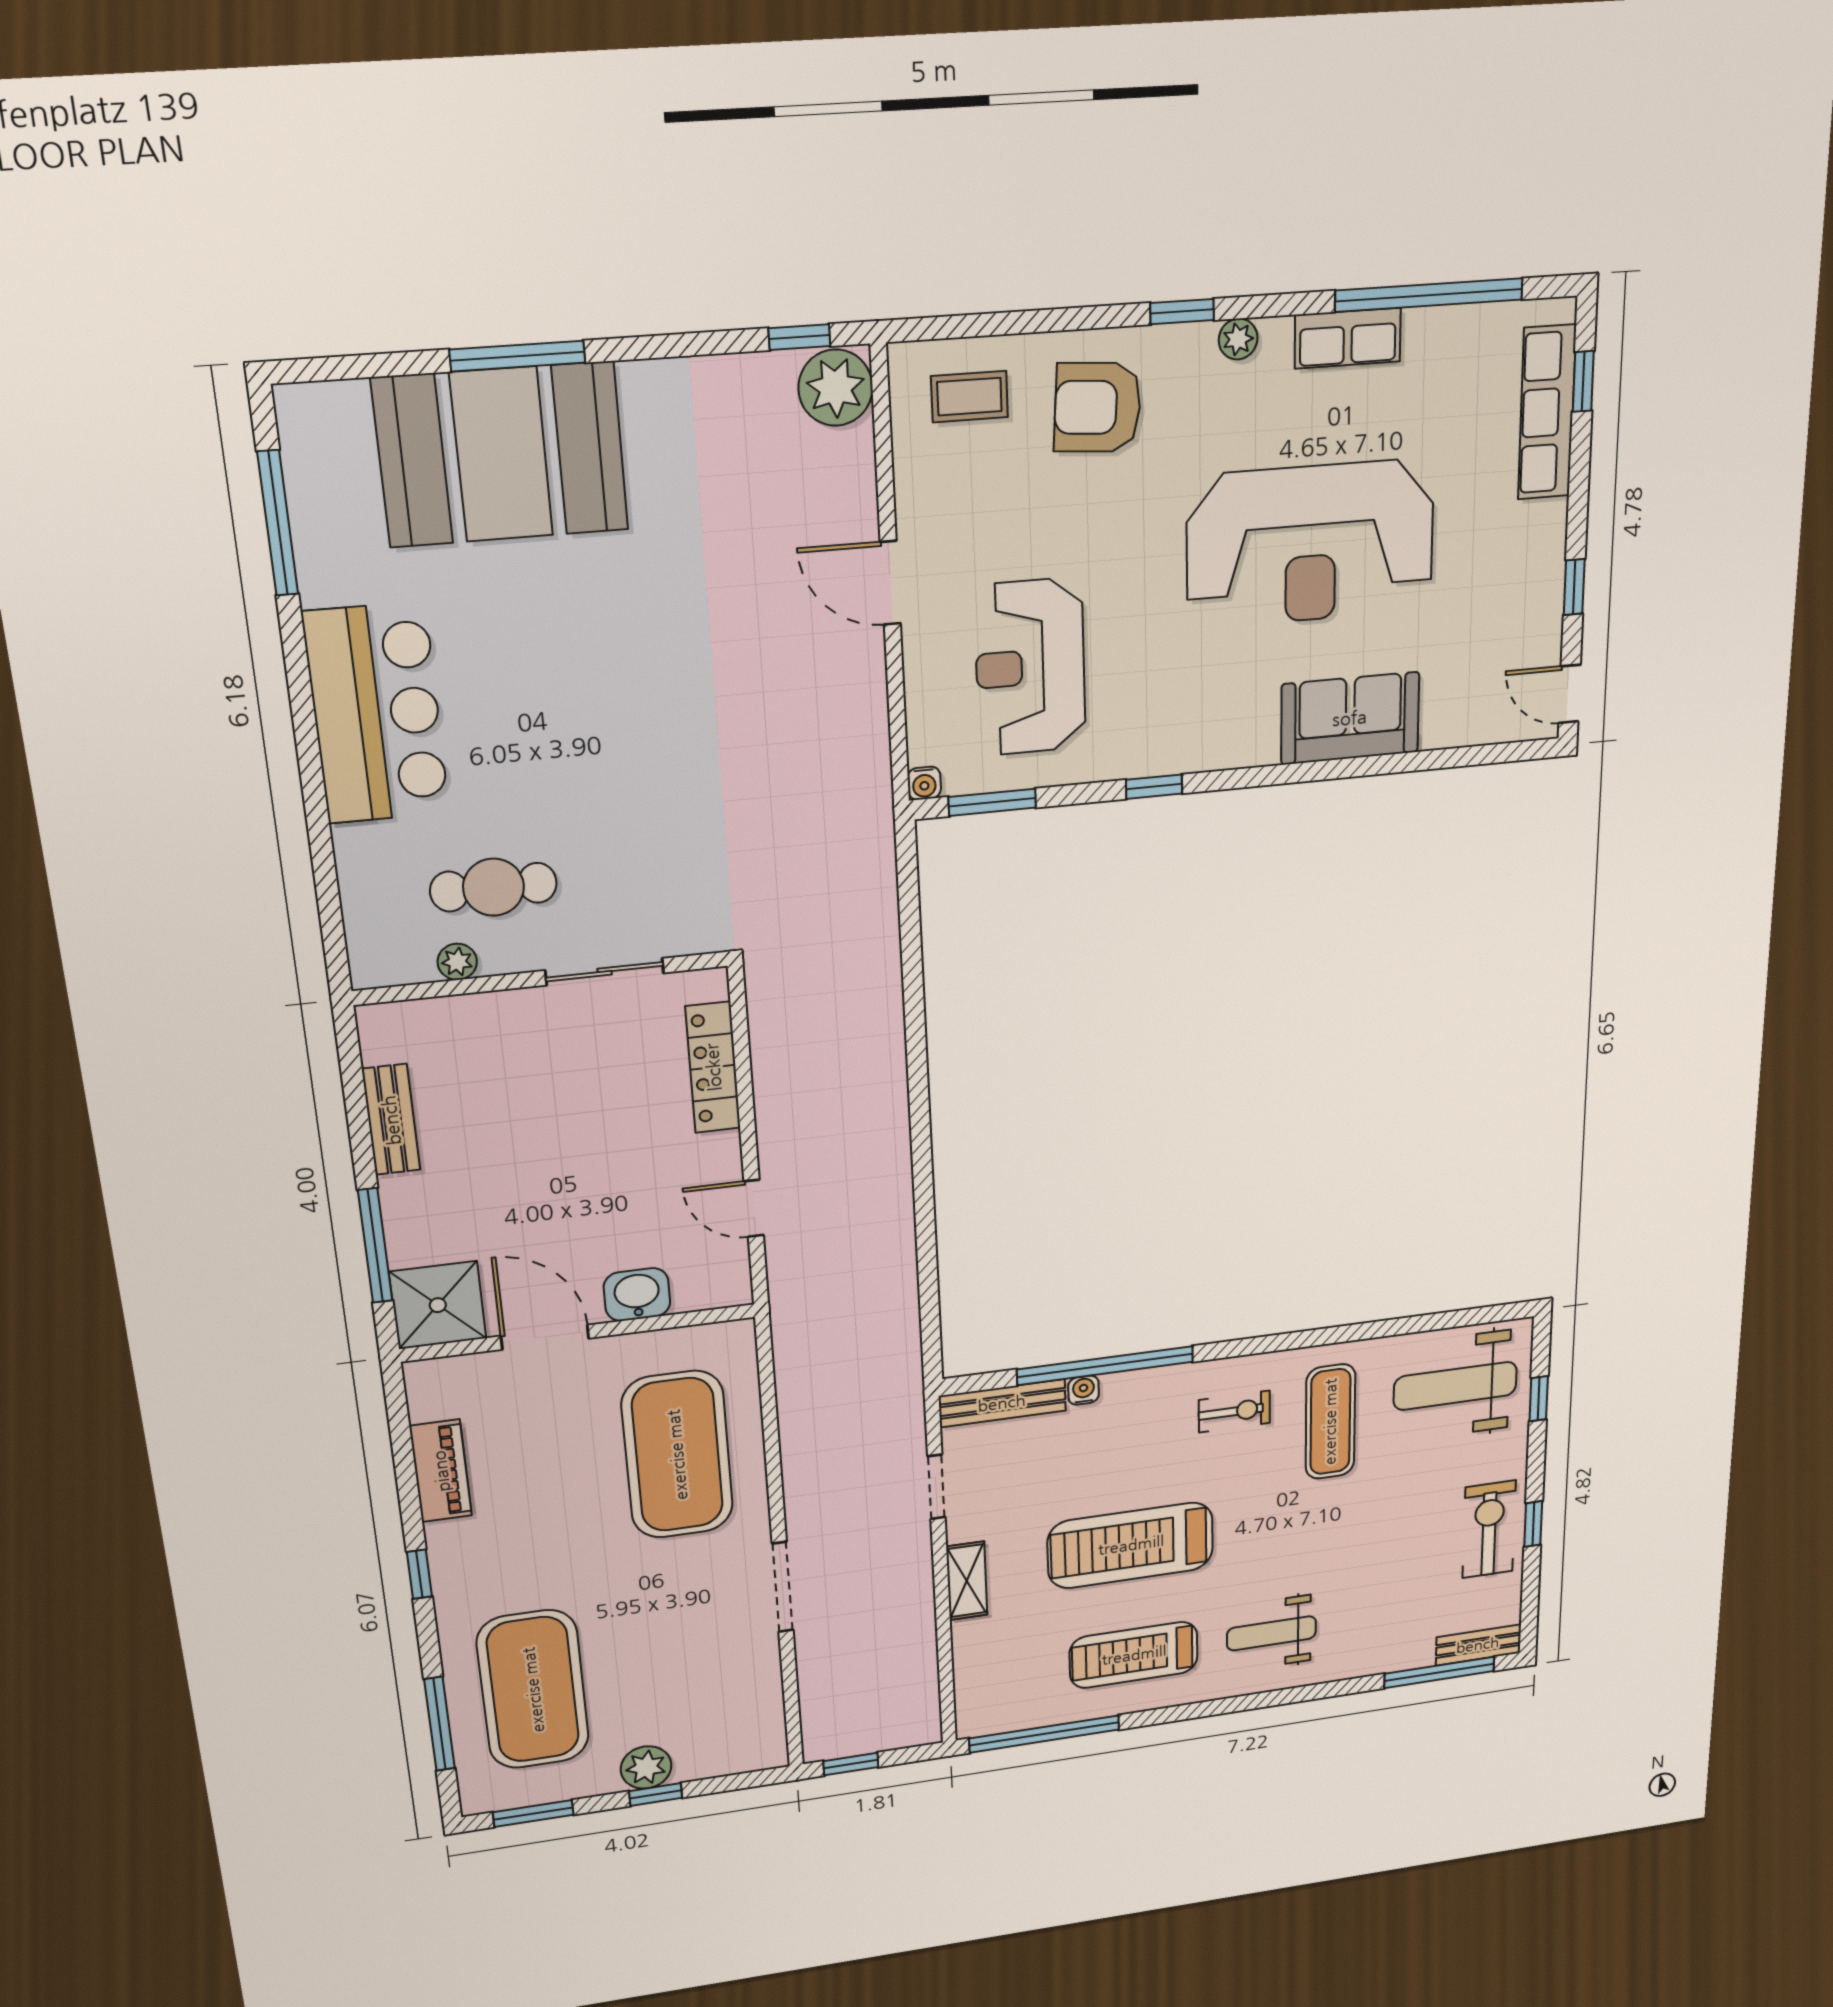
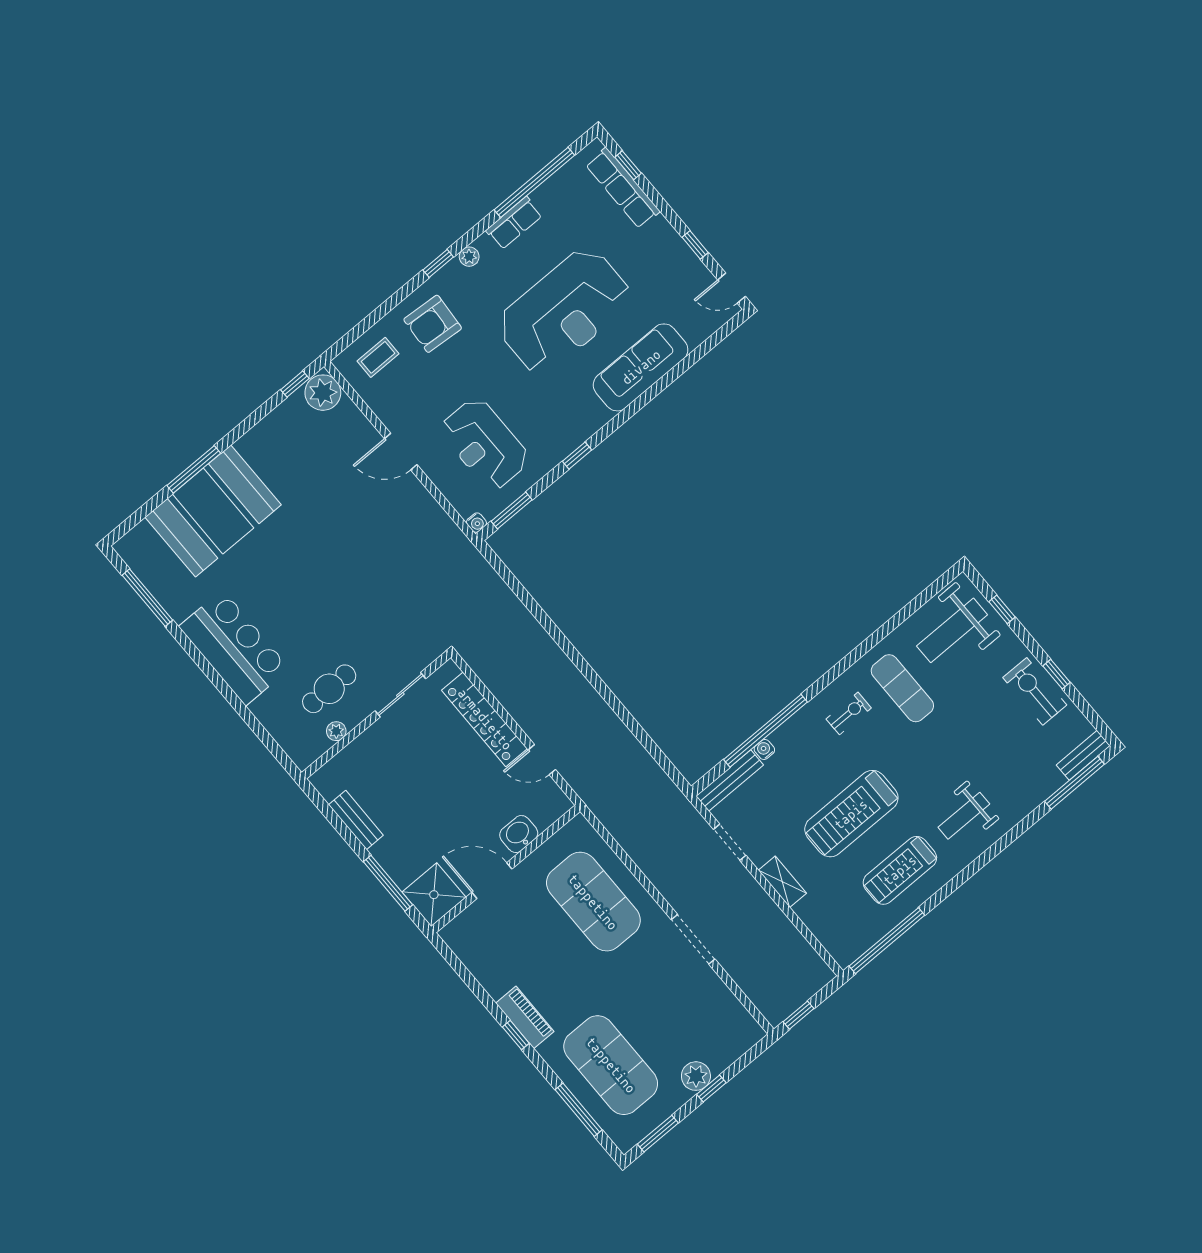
sofa: (1350, 718) -> (641, 367), width x1.36
locker: (713, 1067) -> (485, 719), width x1.41, depth x1.21
piano: (441, 1471) -> (525, 1017), moved

